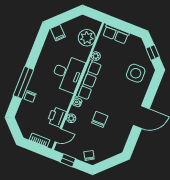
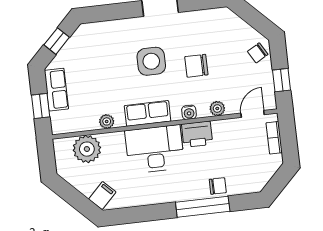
window: (123, 26) -> (41, 106), added
row of seats: (116, 34) -> (56, 90), moved
side table: (136, 73) -> (151, 61), moved
row of seats: (88, 80) -> (148, 113), width x0.68
printer: (57, 117) -> (197, 134), moved
door: (58, 135) -> (253, 114), hinge flipped

